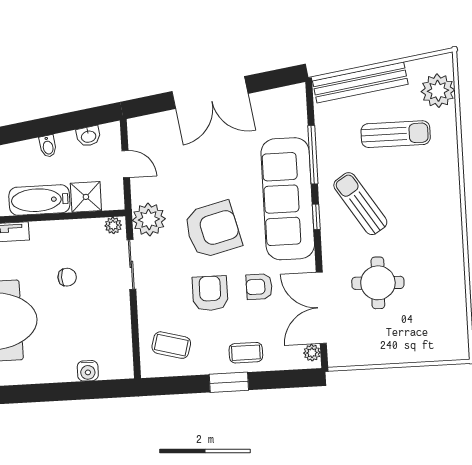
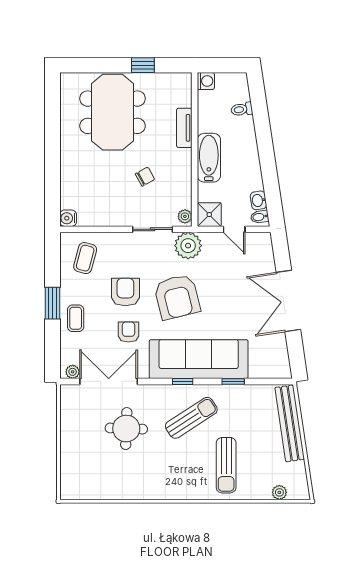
plant: (438, 91) -> (279, 492), width x0.53, depth x0.53
sun lounger: (396, 134) -> (226, 465), moved
bidet: (48, 146) -> (260, 217), moved
window: (313, 155) -> (233, 381), width x0.46
door: (126, 164) -> (234, 229), hinge flipped
shower: (86, 197) -> (209, 215), moved
chair: (67, 277) -> (145, 177), turned -119
armchair: (210, 293) -> (125, 292), turned -90
water cooler: (88, 371) -> (68, 218), moved

